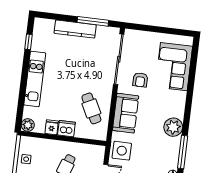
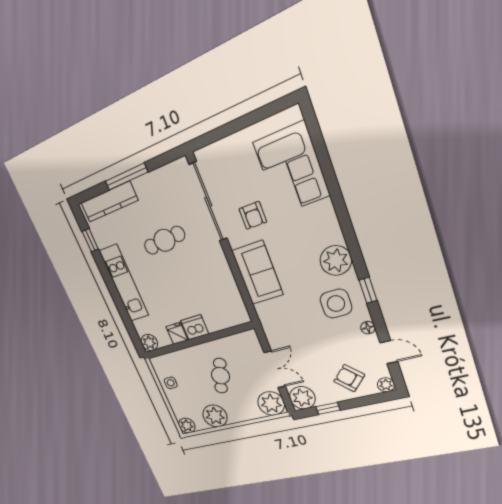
window: (93, 21) -> (126, 177), moved
kitchen counter: (75, 29) -> (109, 202), moved
cafe table: (91, 108) -> (164, 240), moved, turned -67
side table: (122, 151) -> (336, 304), moved
window: (183, 152) -> (368, 290), width x0.46

